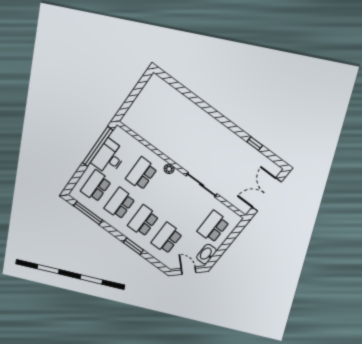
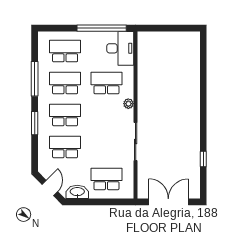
desk: (109, 157) -> (120, 48), moved, turned 90
window: (88, 213) -> (35, 79), moved

